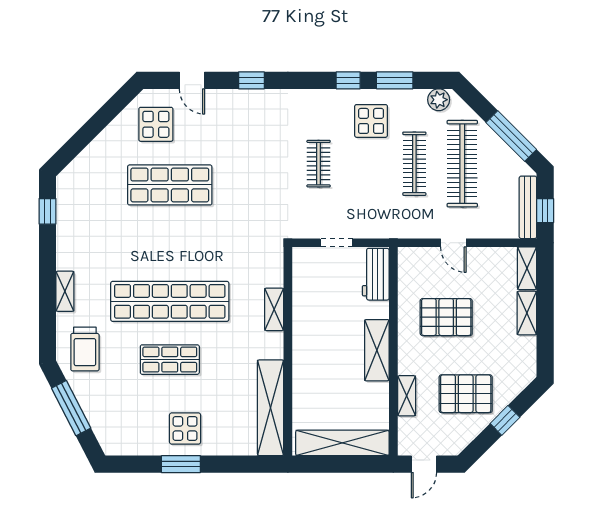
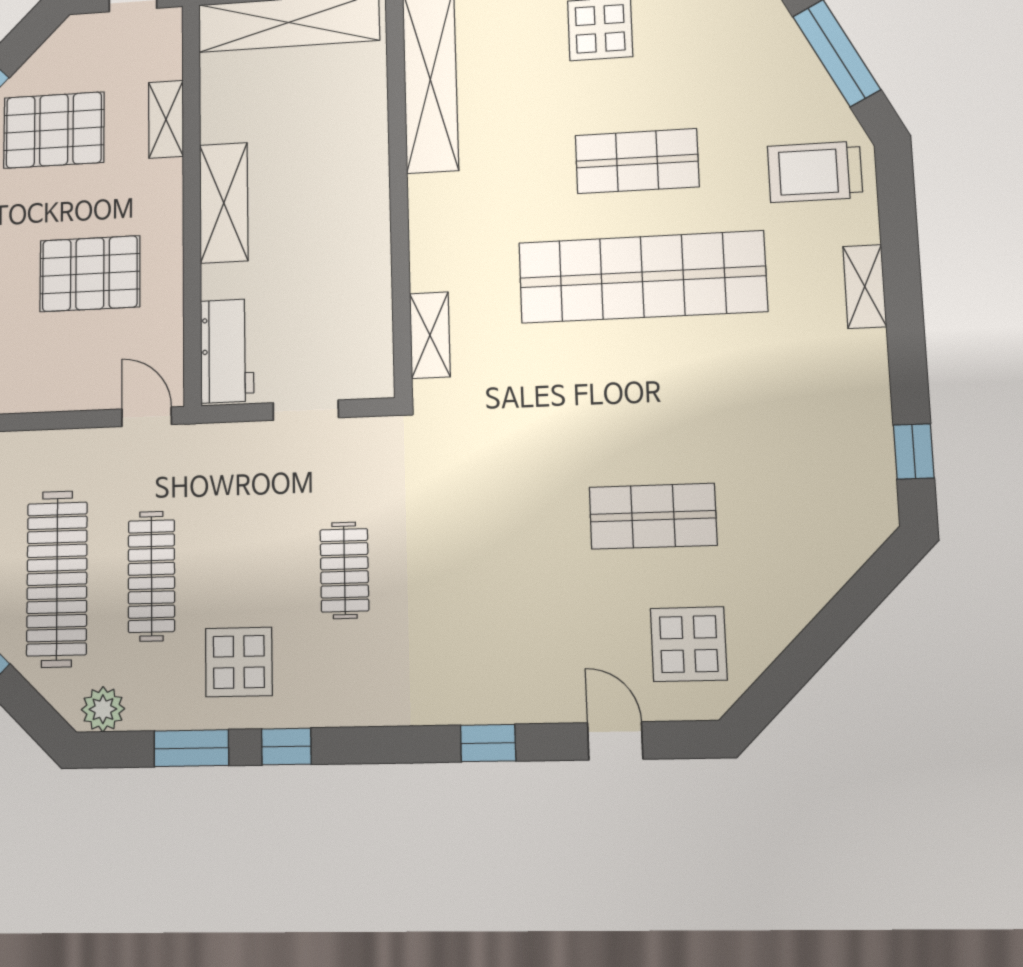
shop shelf: (170, 185) -> (653, 516), width x0.70, depth x0.74
door: (453, 243) -> (147, 417), moved
shelving: (274, 309) -> (430, 335), moved
trolley: (85, 349) -> (815, 172), turned -90

